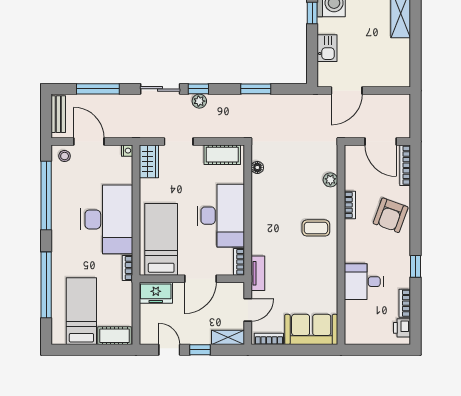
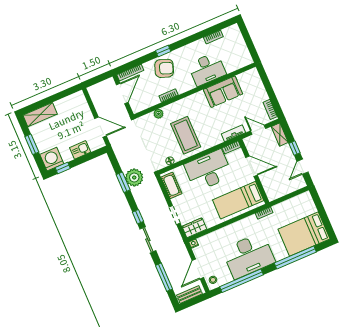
plant: (199, 101) -> (134, 178), moved, width x1.87, depth x1.87
desk: (107, 219) -> (249, 256), moved, turned 180
coffee table: (316, 228) -> (186, 135), moved, width x1.86, depth x1.72
window: (416, 266) -> (163, 51), moved
desk: (364, 282) -> (207, 69), width x1.37
freezer: (156, 293) -> (272, 190), removed
bed: (81, 311) -> (304, 234), width x1.50
printer: (402, 328) -> (229, 32), removed
sofa: (311, 329) -> (223, 92), moved, turned -90
cot: (115, 336) -> (308, 203), removed

